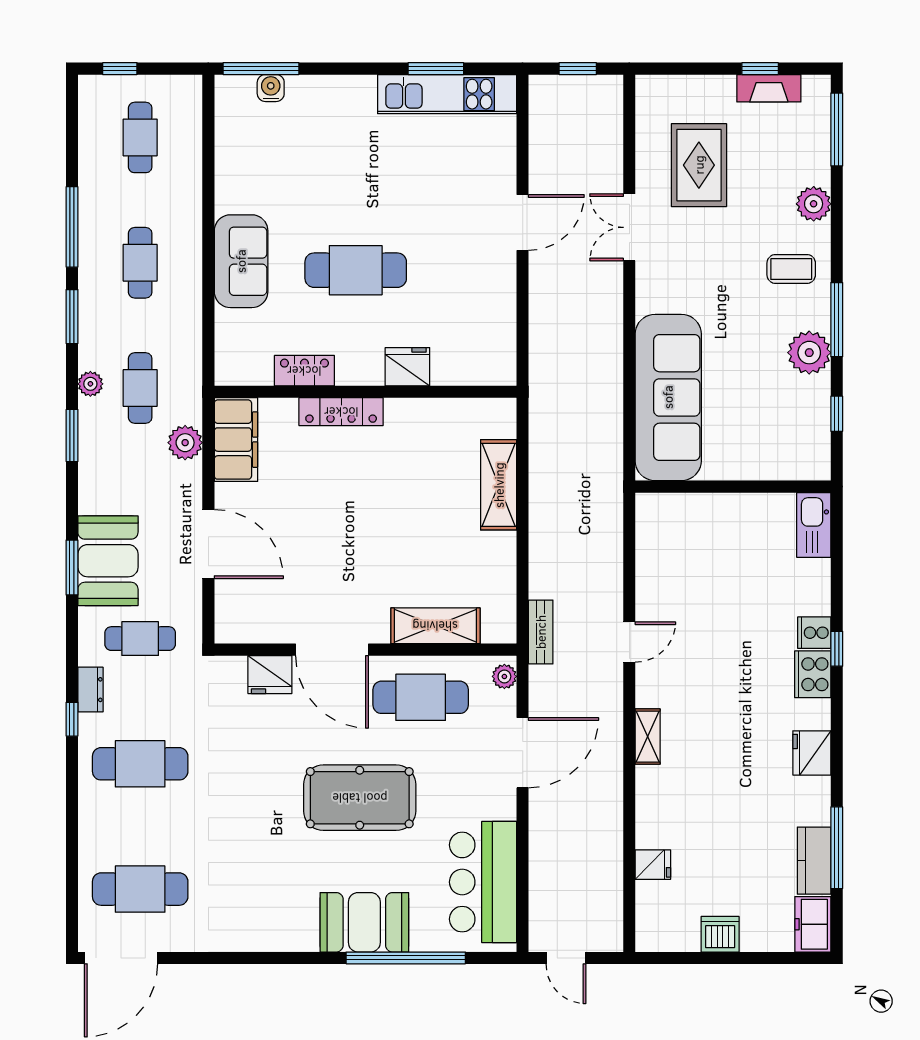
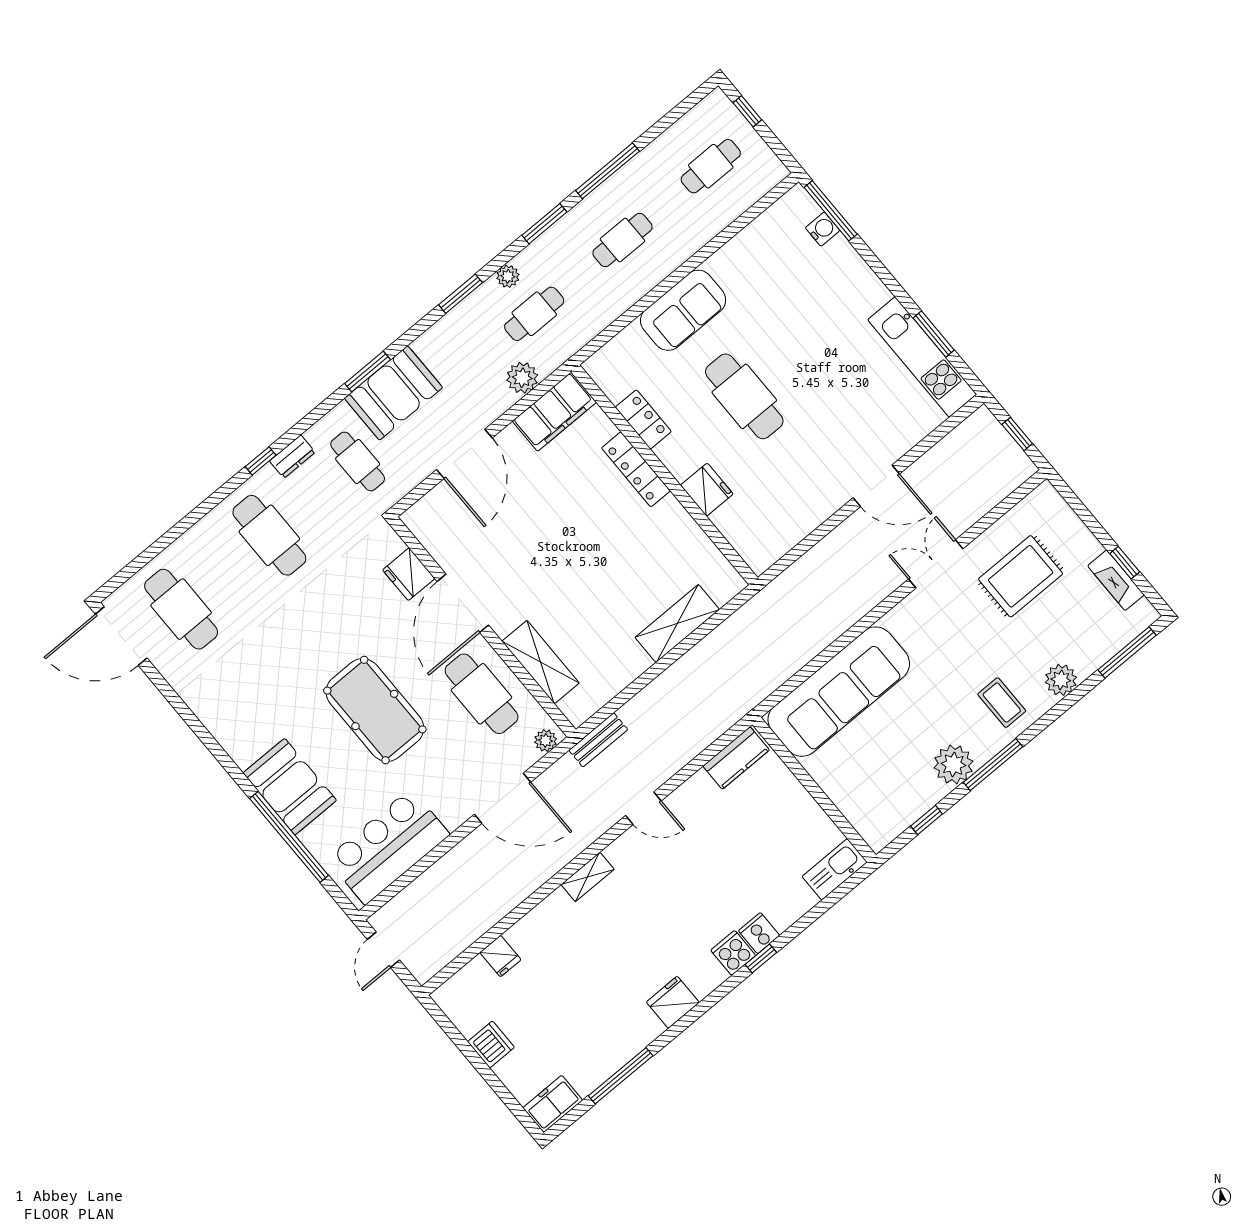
cooker: (813, 674) -> (733, 953), width x0.73
kitchen counter: (814, 861) -> (736, 758), moved, turned 180

